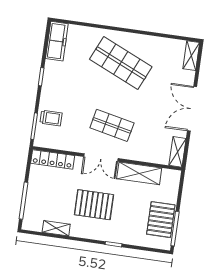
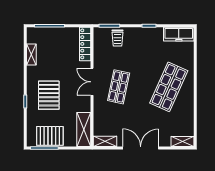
shelving: (139, 173) -> (84, 130), moved
pallet: (94, 205) -> (49, 95), moved

